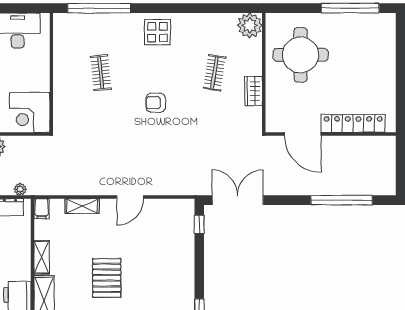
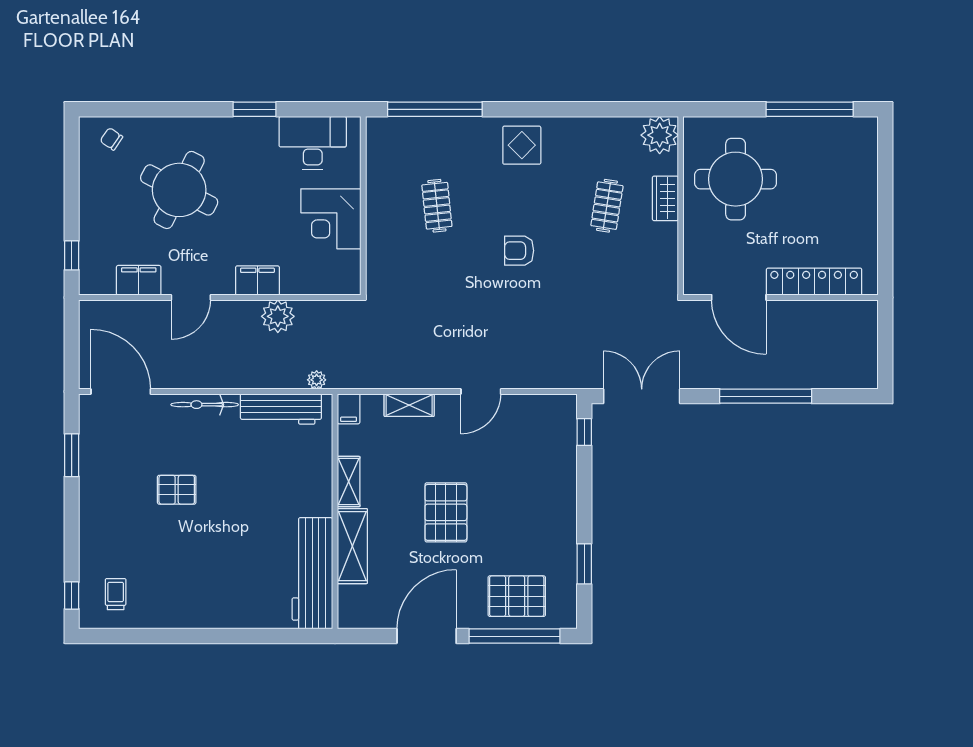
wardrobe: (254, 91) -> (665, 198), moved
corner desk: (30, 112) -> (331, 219), moved
window: (342, 200) -> (766, 396), moved

